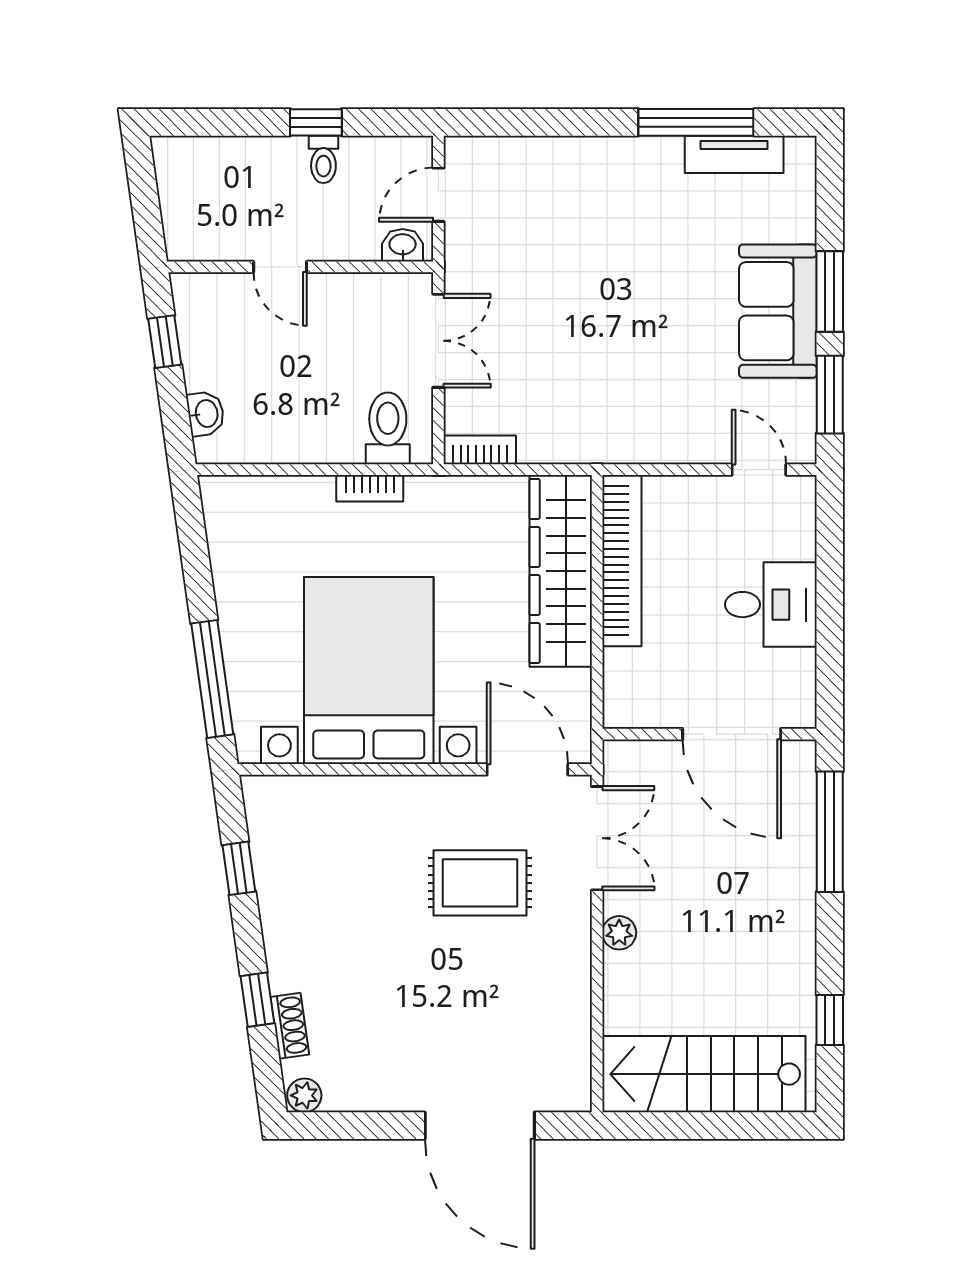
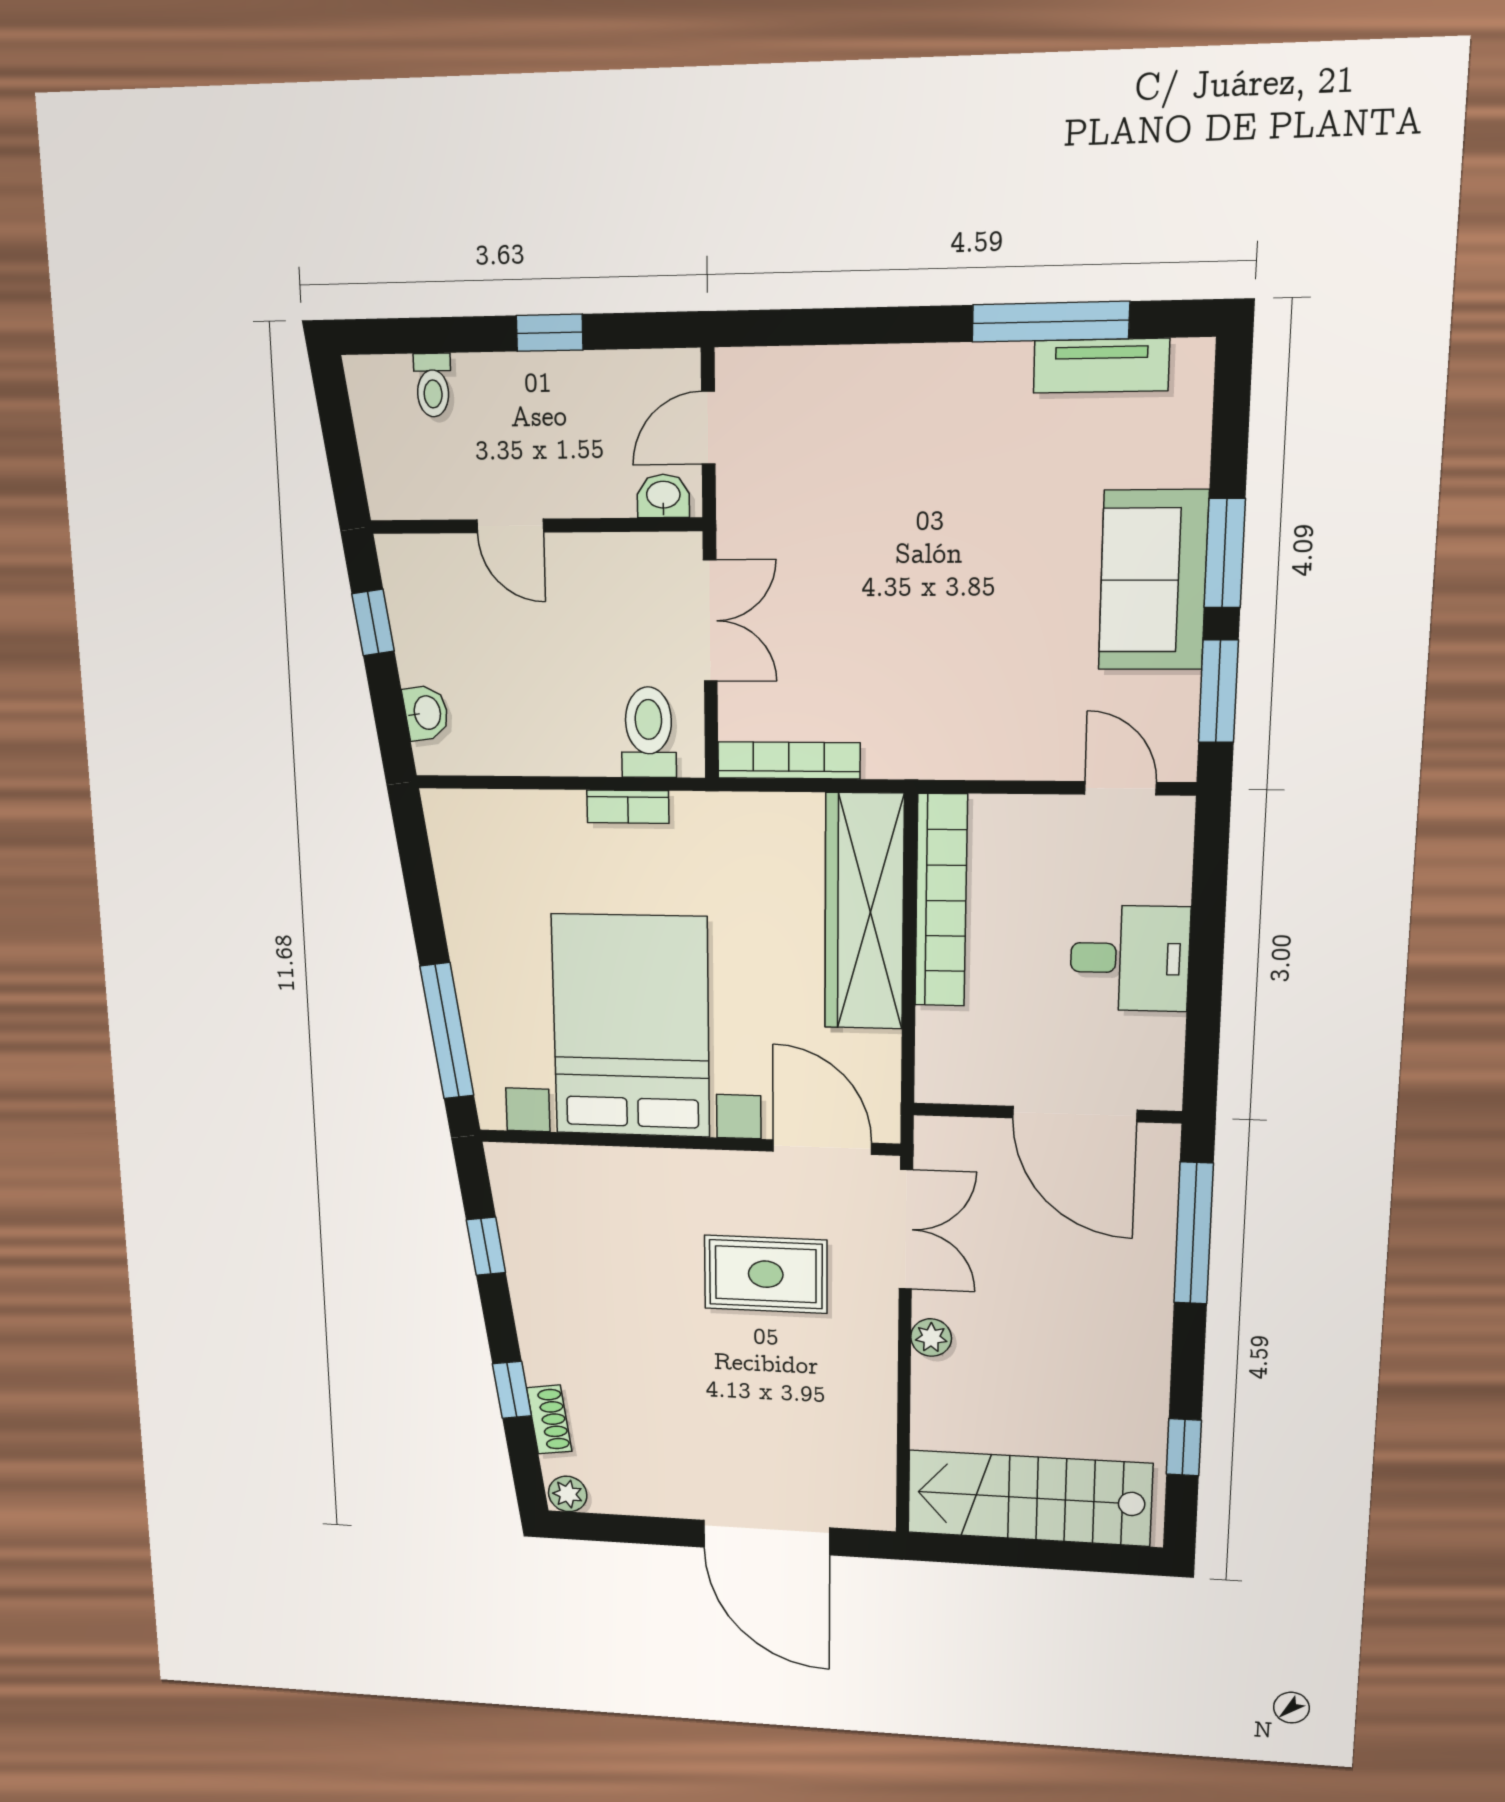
toilet: (323, 159) -> (433, 385), moved
bookcase: (480, 450) -> (789, 760), width x1.56

